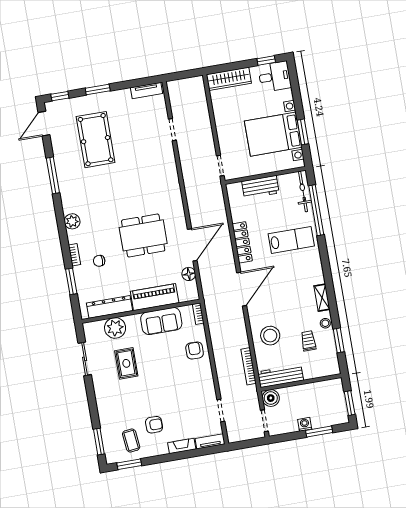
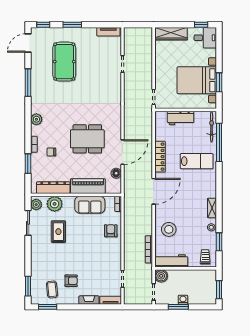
plant: (91, 333) -> (36, 205), added
trolley: (308, 341) -> (205, 257), moved
window: (319, 431) -> (178, 307), moved

